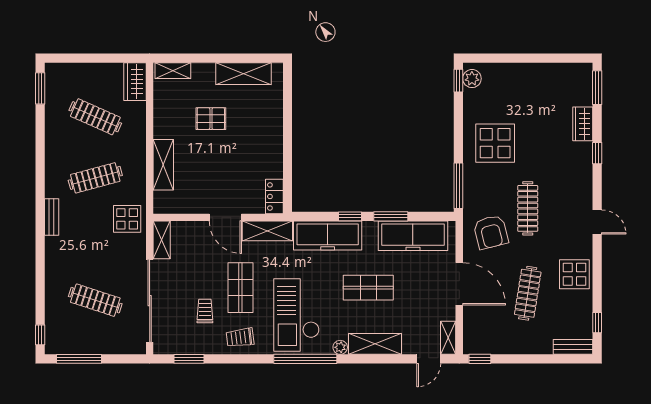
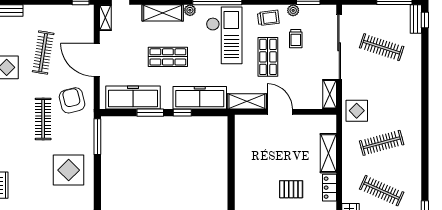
locker: (274, 196) -> (329, 188), moved, turned 180
bench: (52, 217) -> (416, 19), moved
plant: (208, 347) -> (293, 10), added

